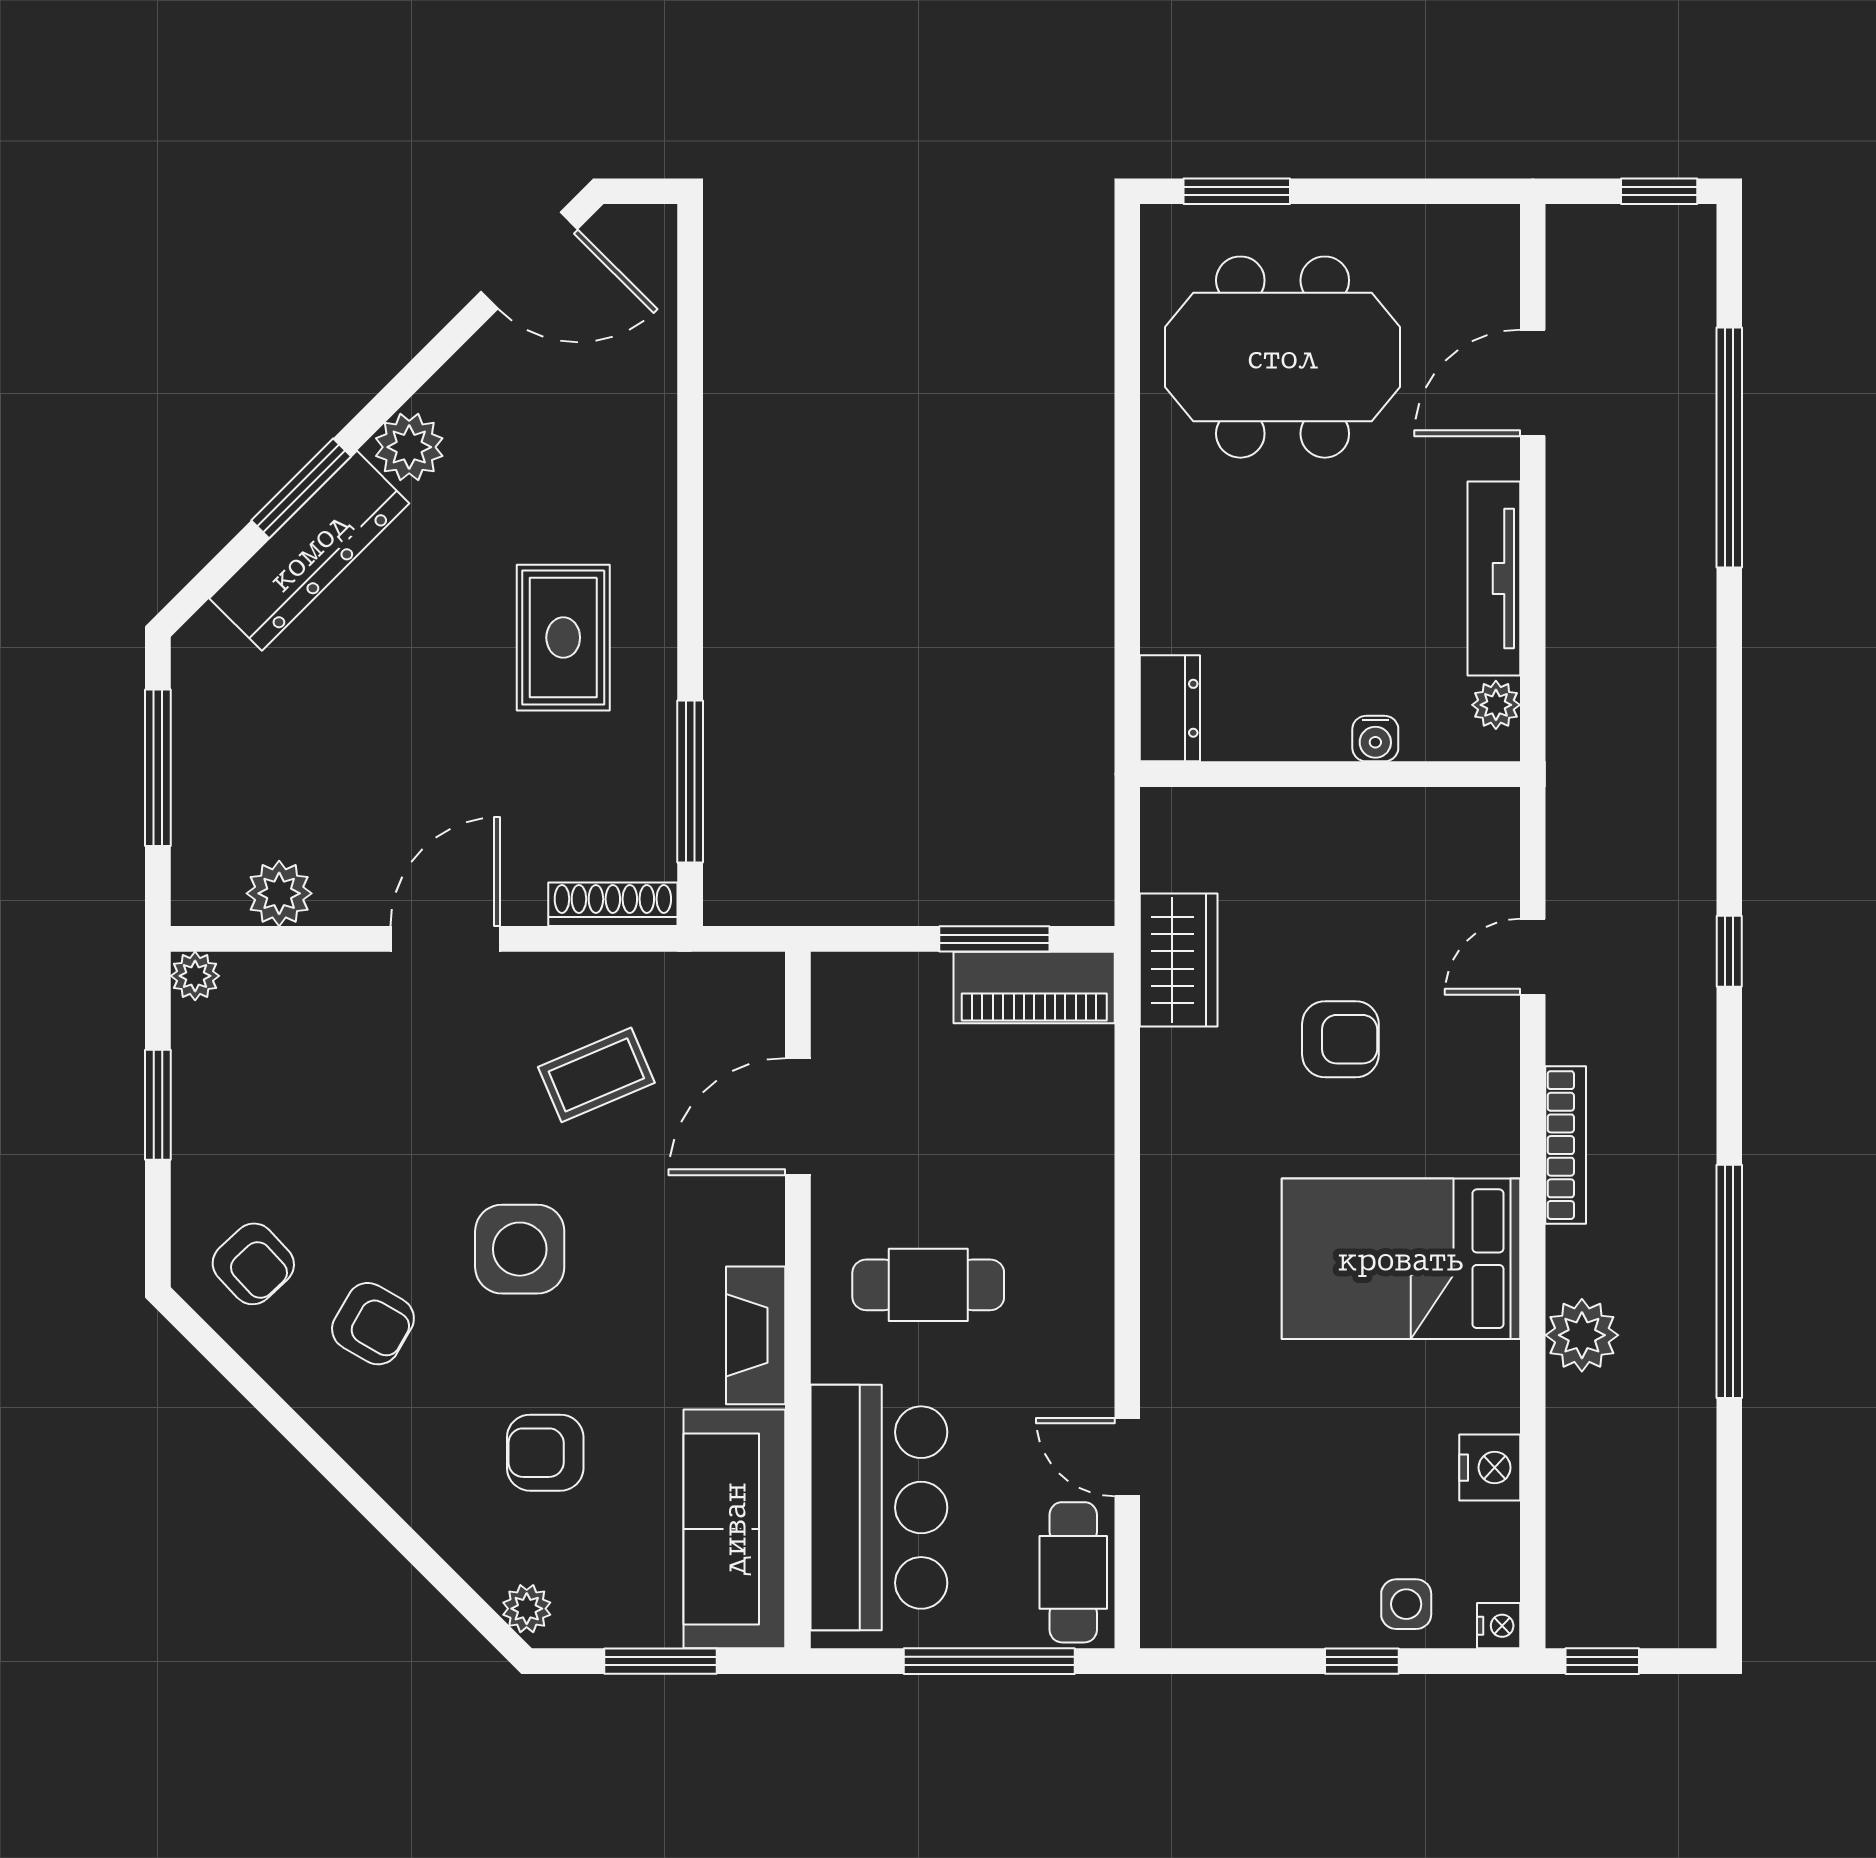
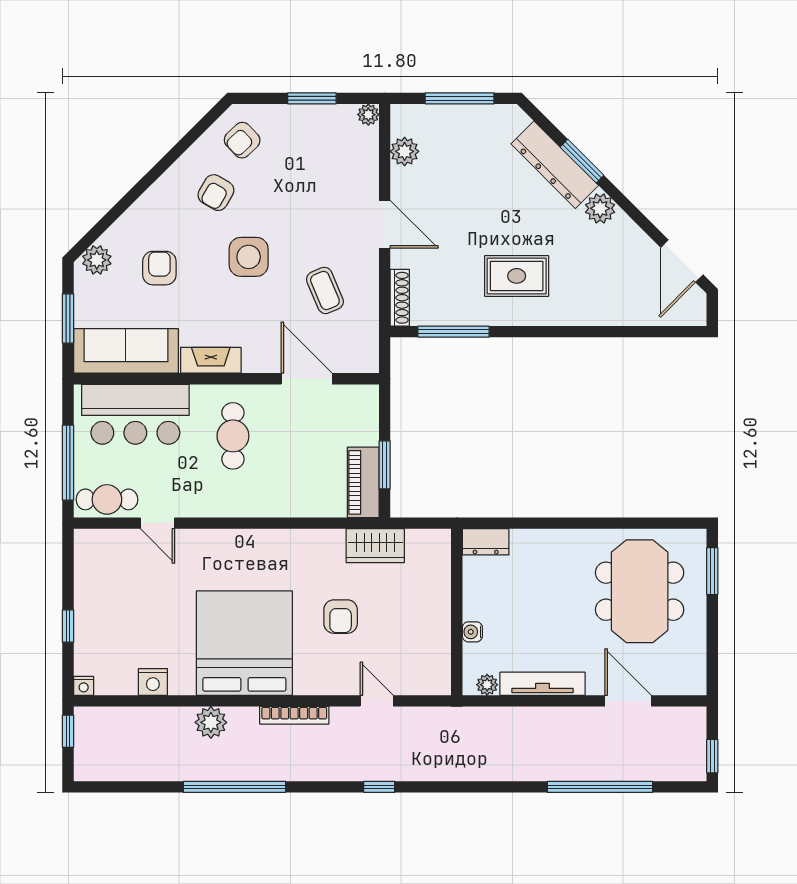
bed: (1401, 1259) -> (244, 643), width x1.36
door: (1127, 1457) -> (157, 523), swing flipped
side table: (1406, 1604) -> (93, 645), removed
plant: (527, 1609) -> (97, 260), width x1.38, depth x1.38

